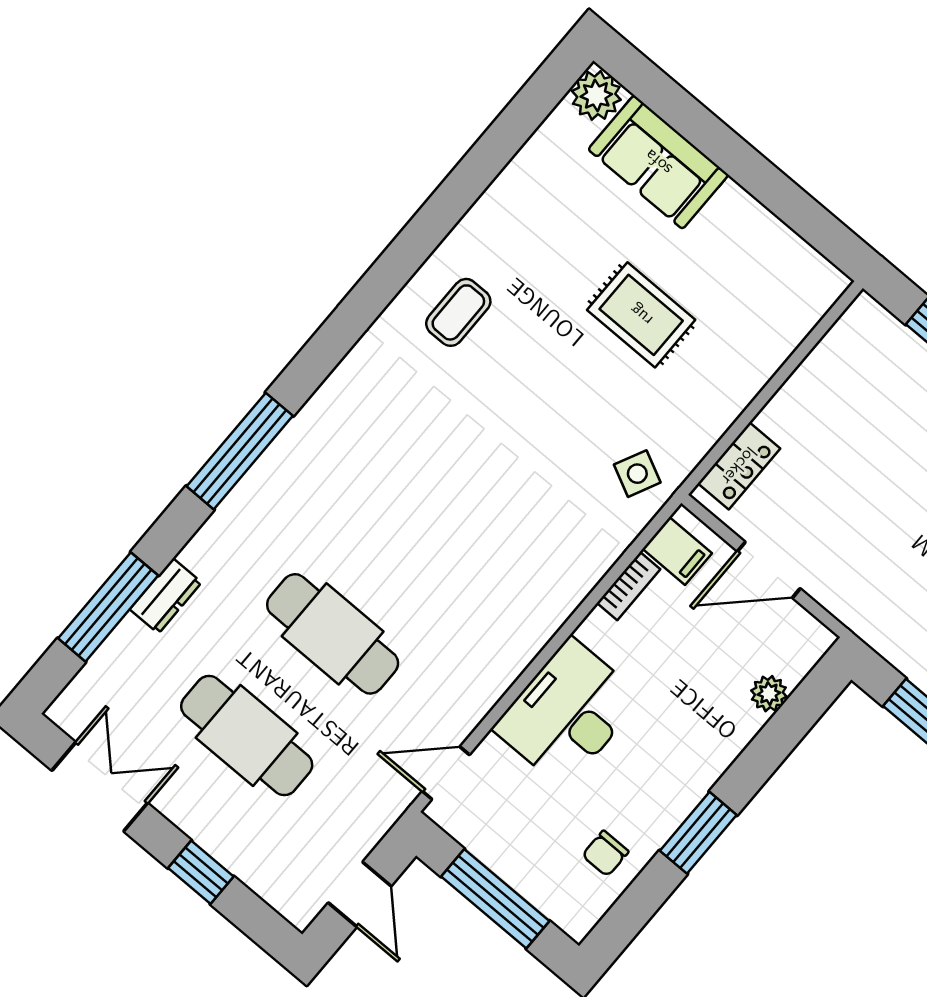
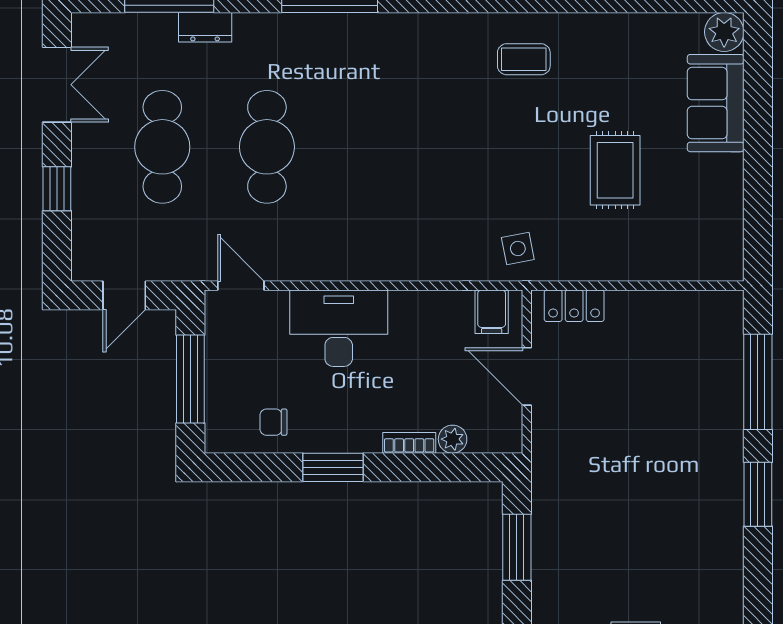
side table: (637, 474) -> (518, 249), turned -37
bookcase: (629, 586) -> (409, 443), moved, turned 180

